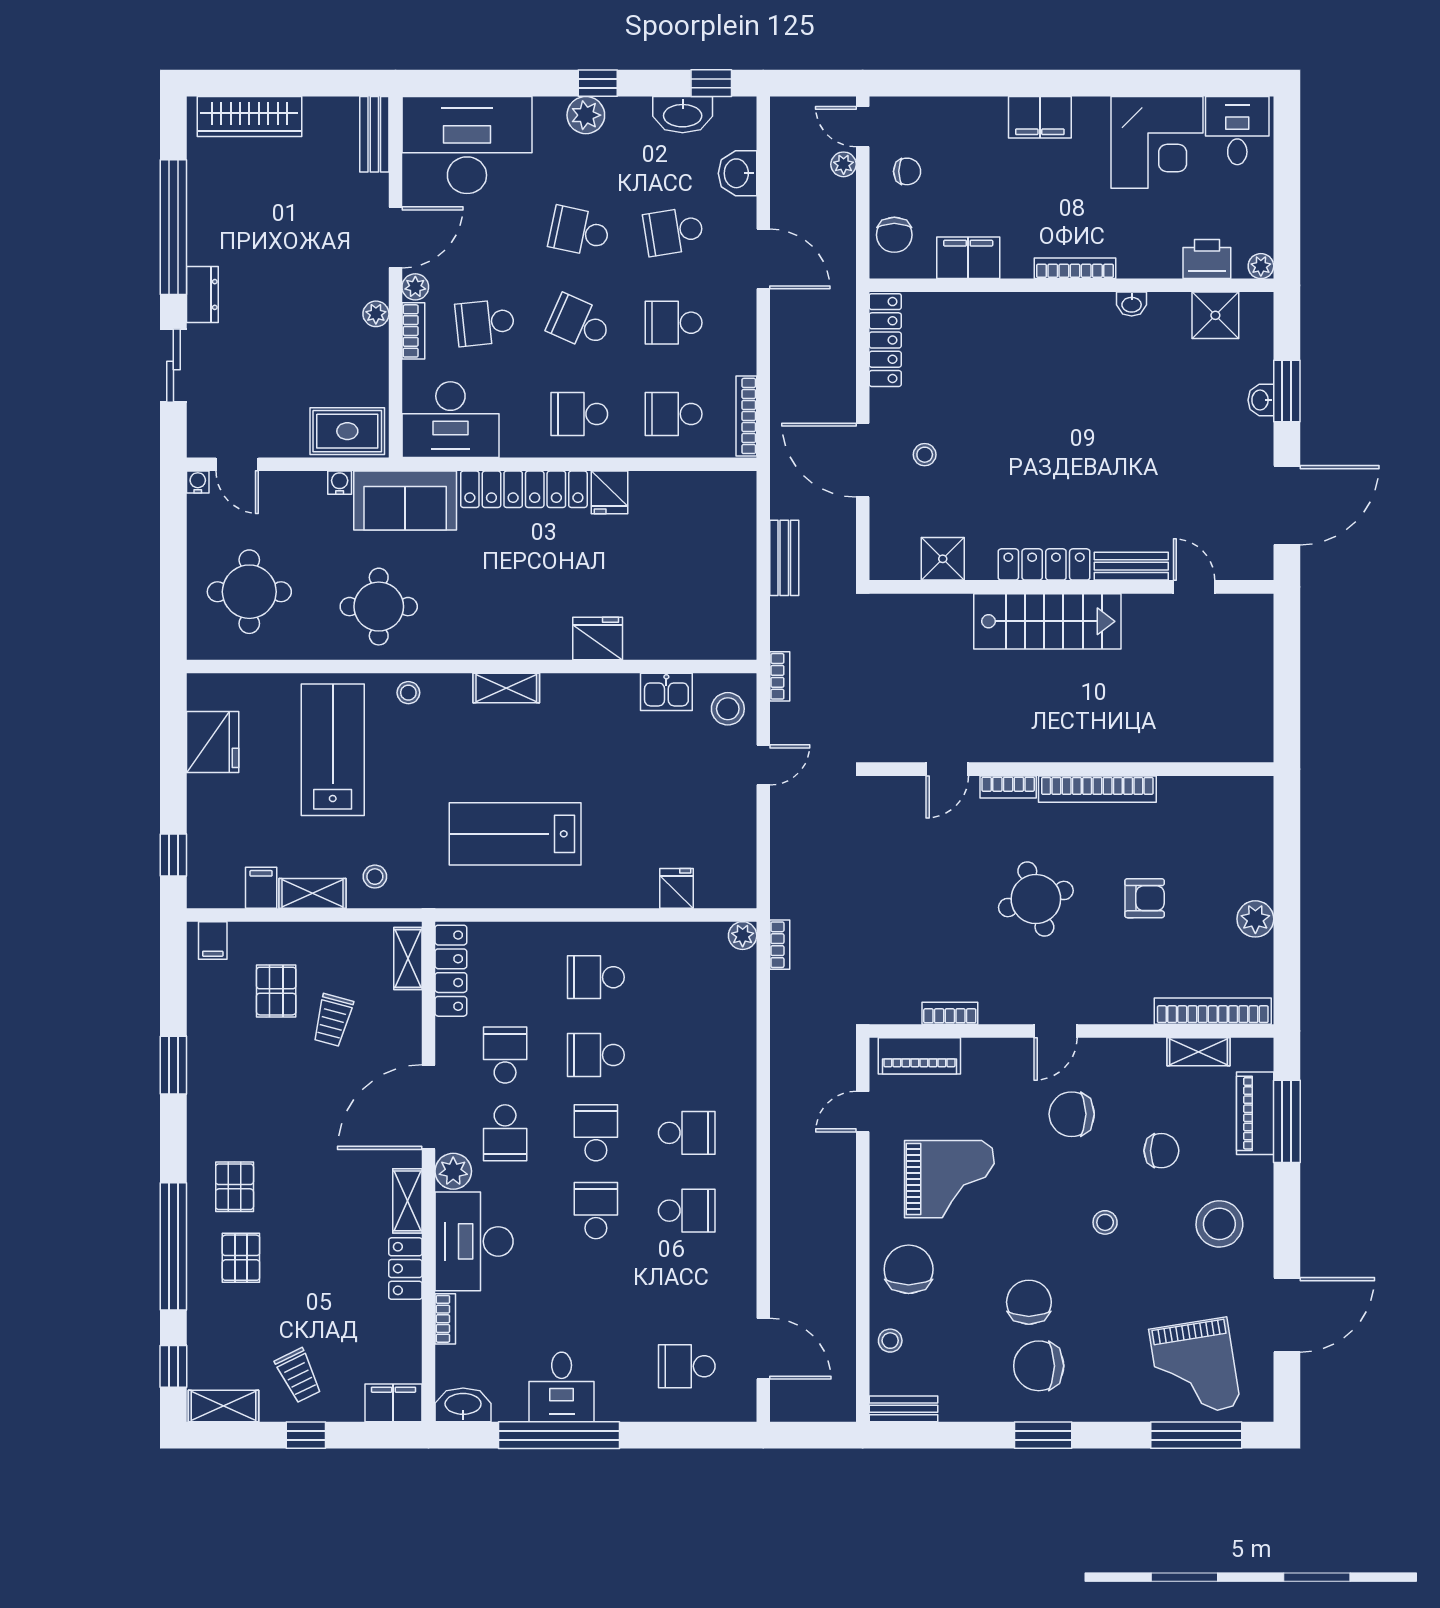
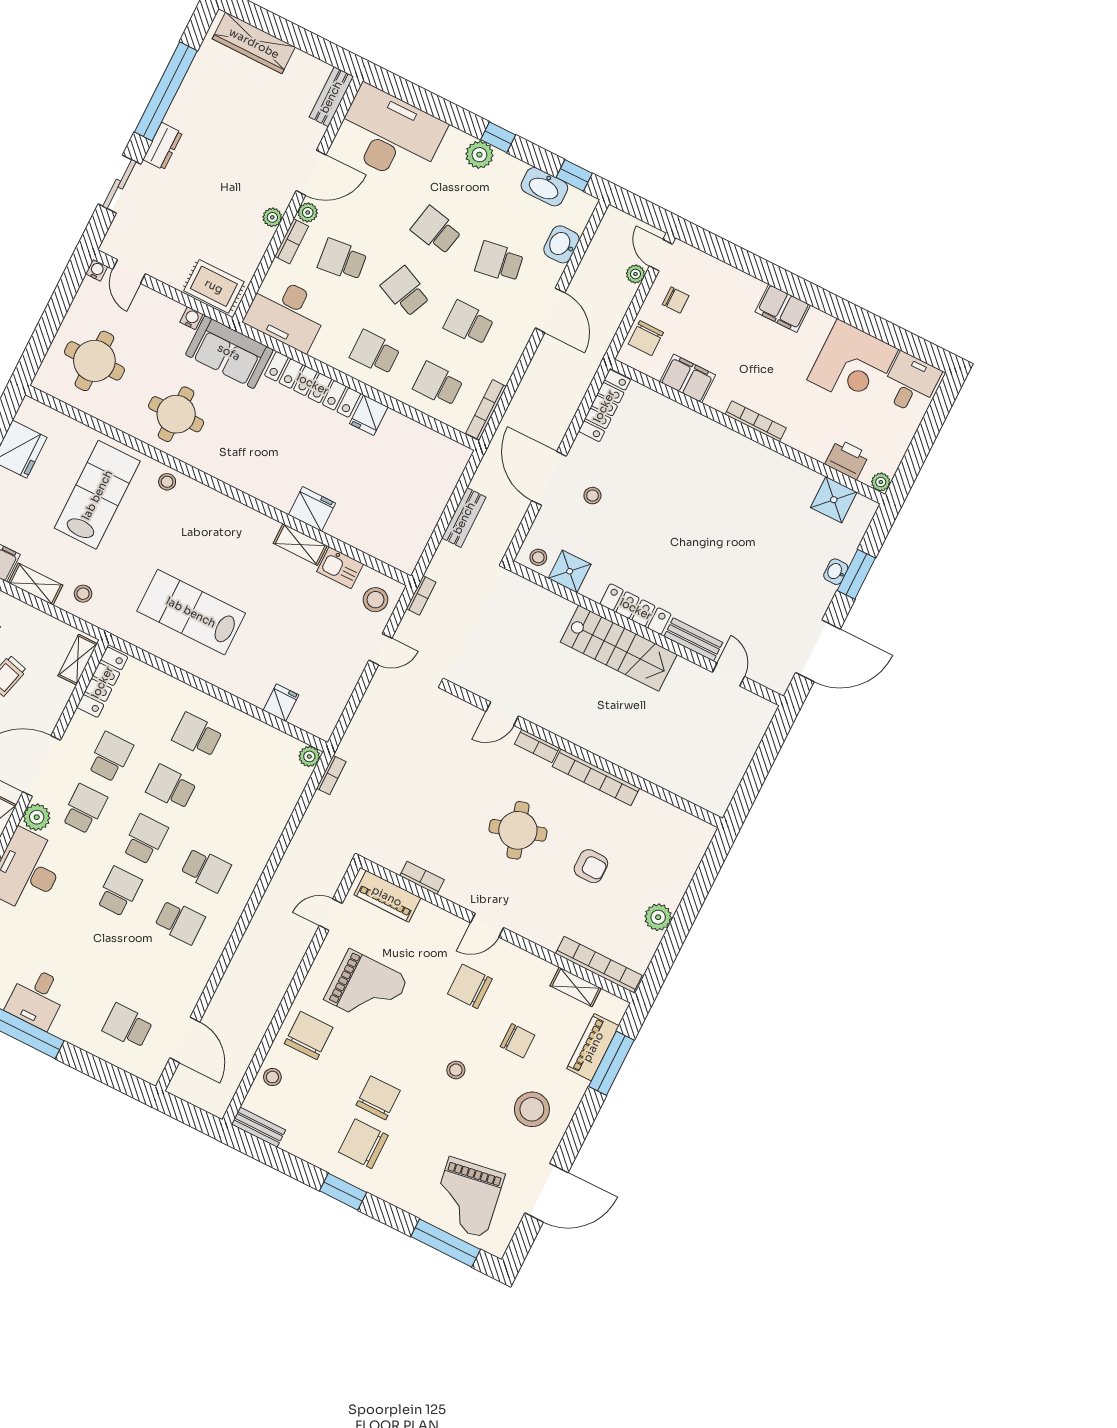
washbasin: (1132, 304) -> (781, 464), removed
stool: (897, 561) -> (538, 557), added
shelving: (506, 688) -> (300, 544), moved
school desk: (505, 1133) -> (84, 809), turned 180

